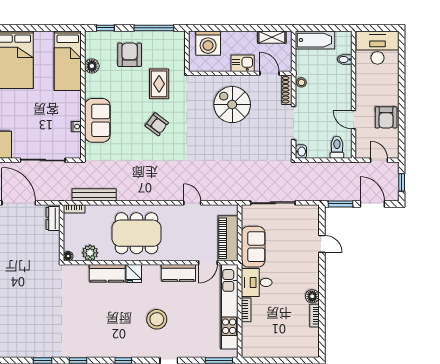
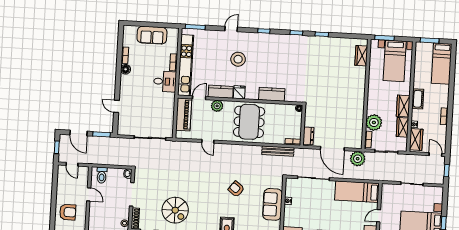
armchair: (386, 117) -> (68, 212), moved, turned 90
armchair: (157, 124) -> (236, 189), moved
dining table: (137, 233) -> (249, 122), turned 90
sofa: (253, 247) -> (152, 35), moved, turned -90
plant: (90, 253) -> (217, 106), moved
fridge: (134, 273) -> (239, 92), moved

